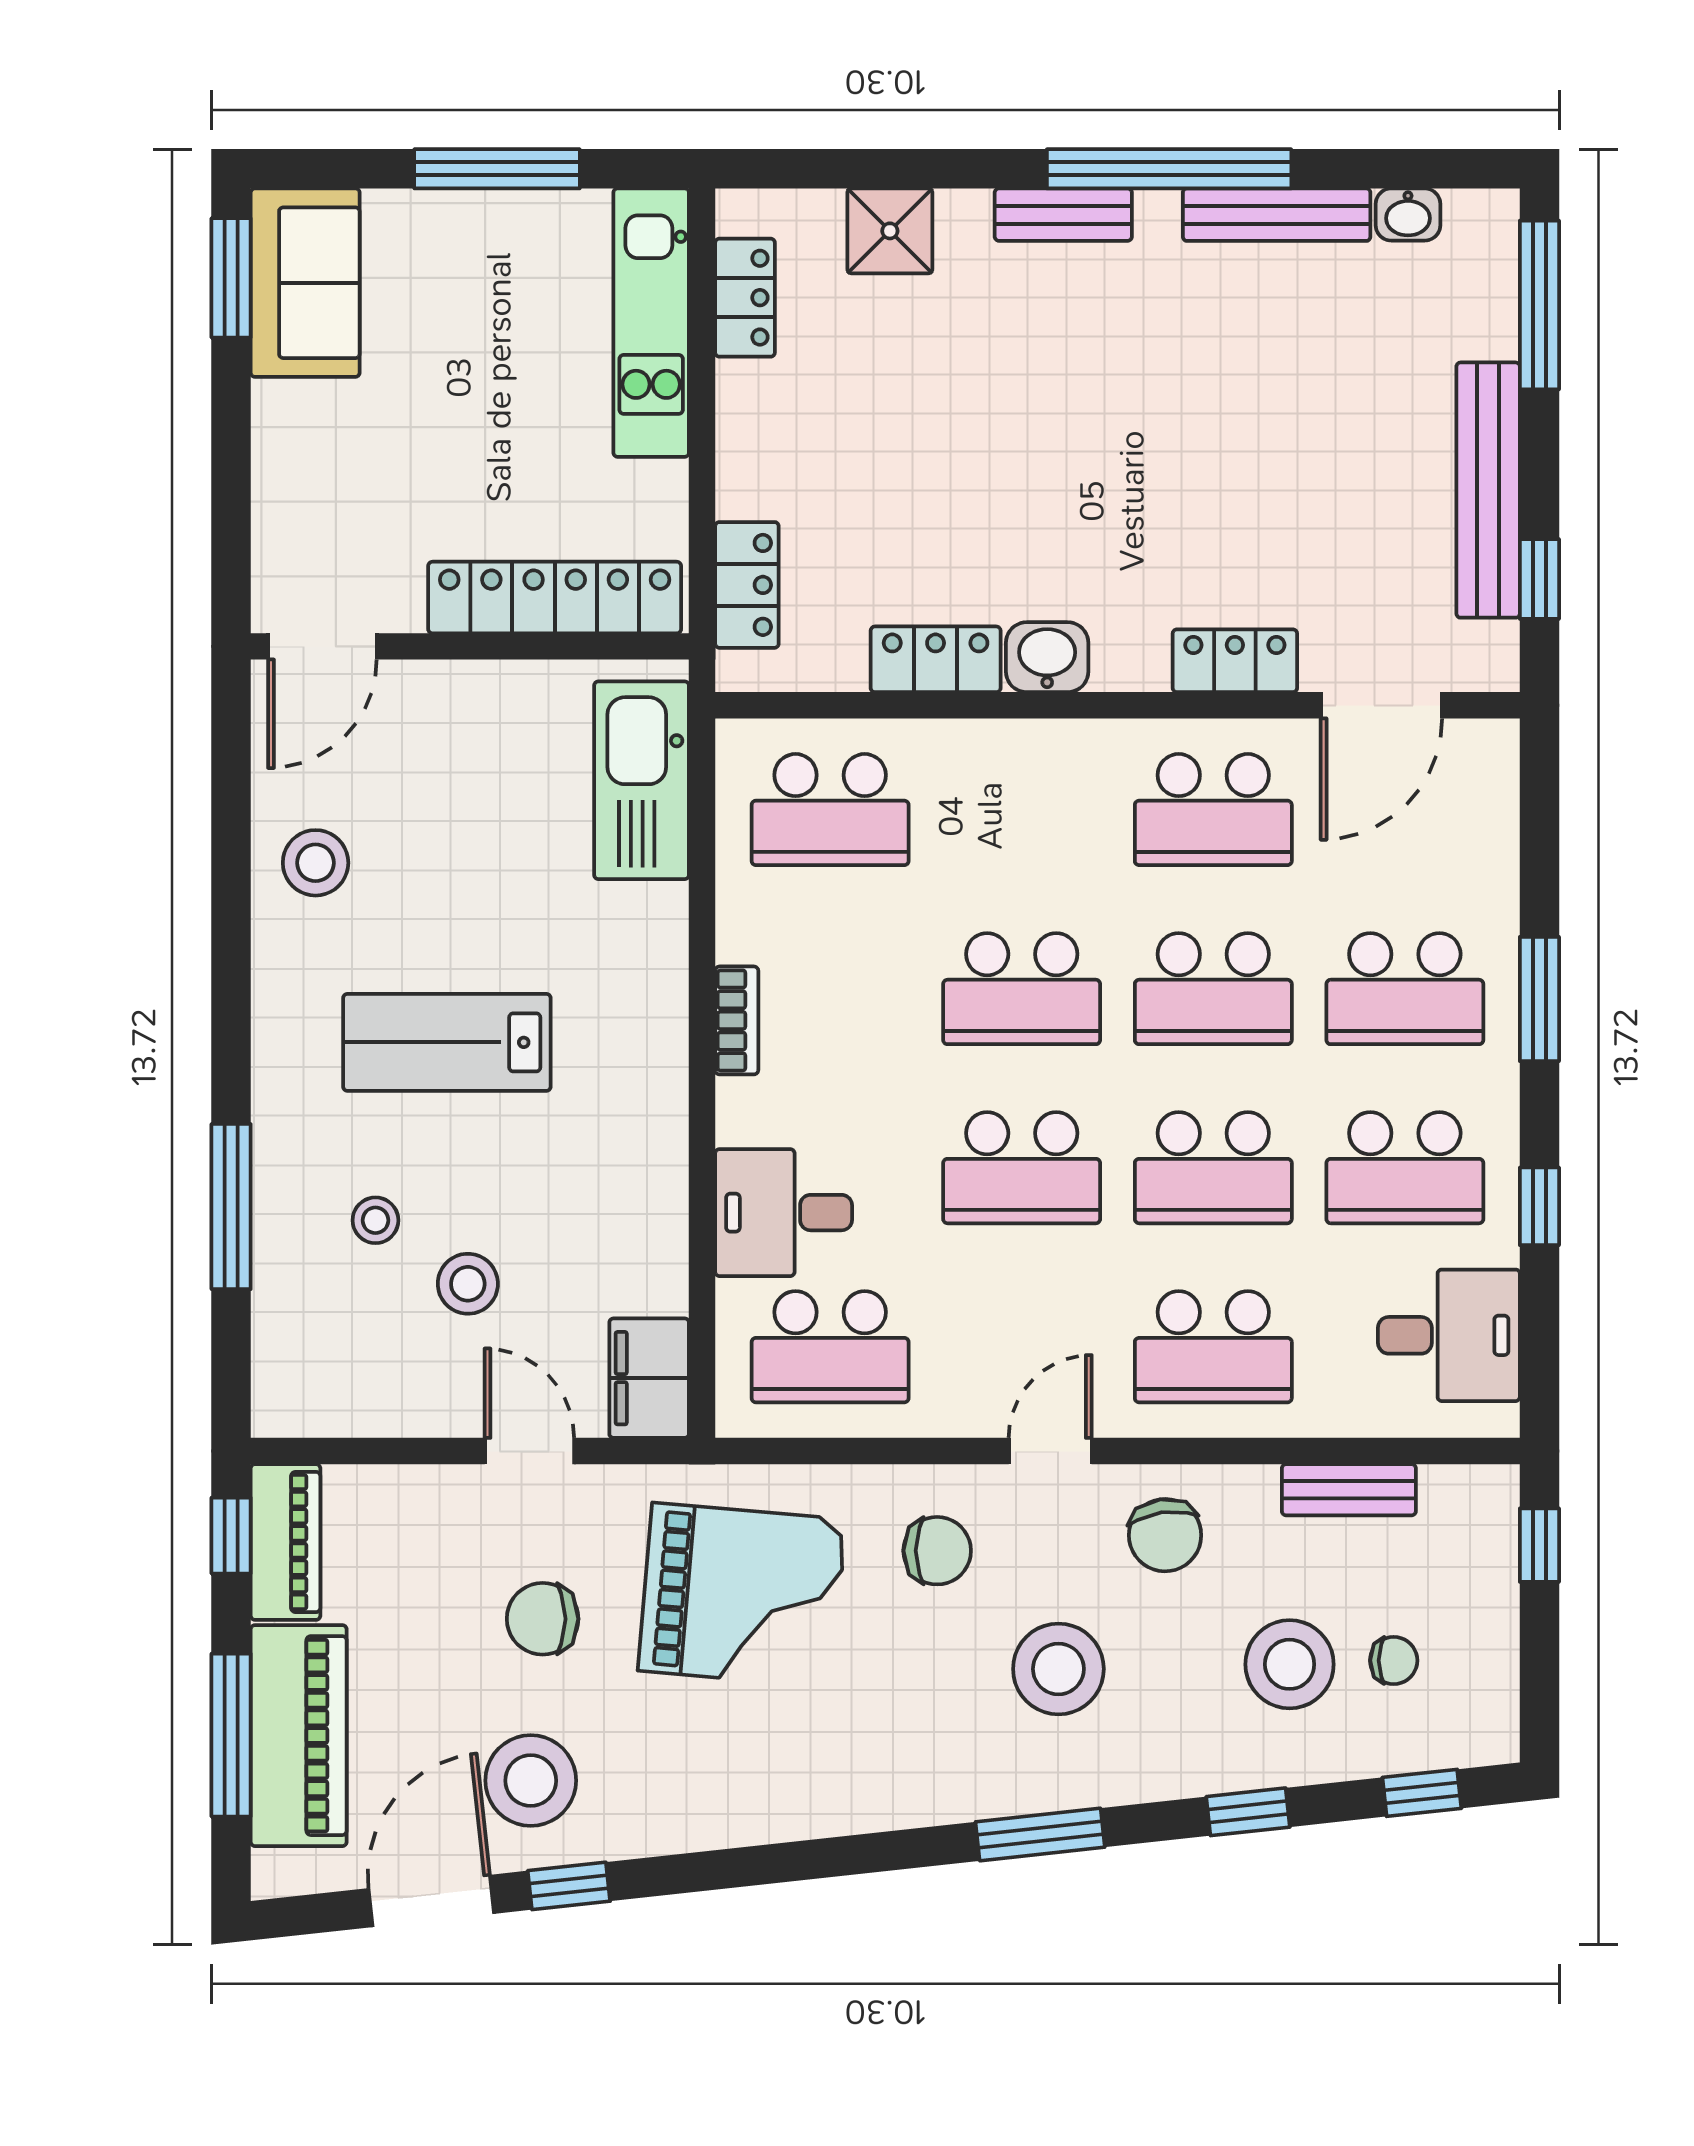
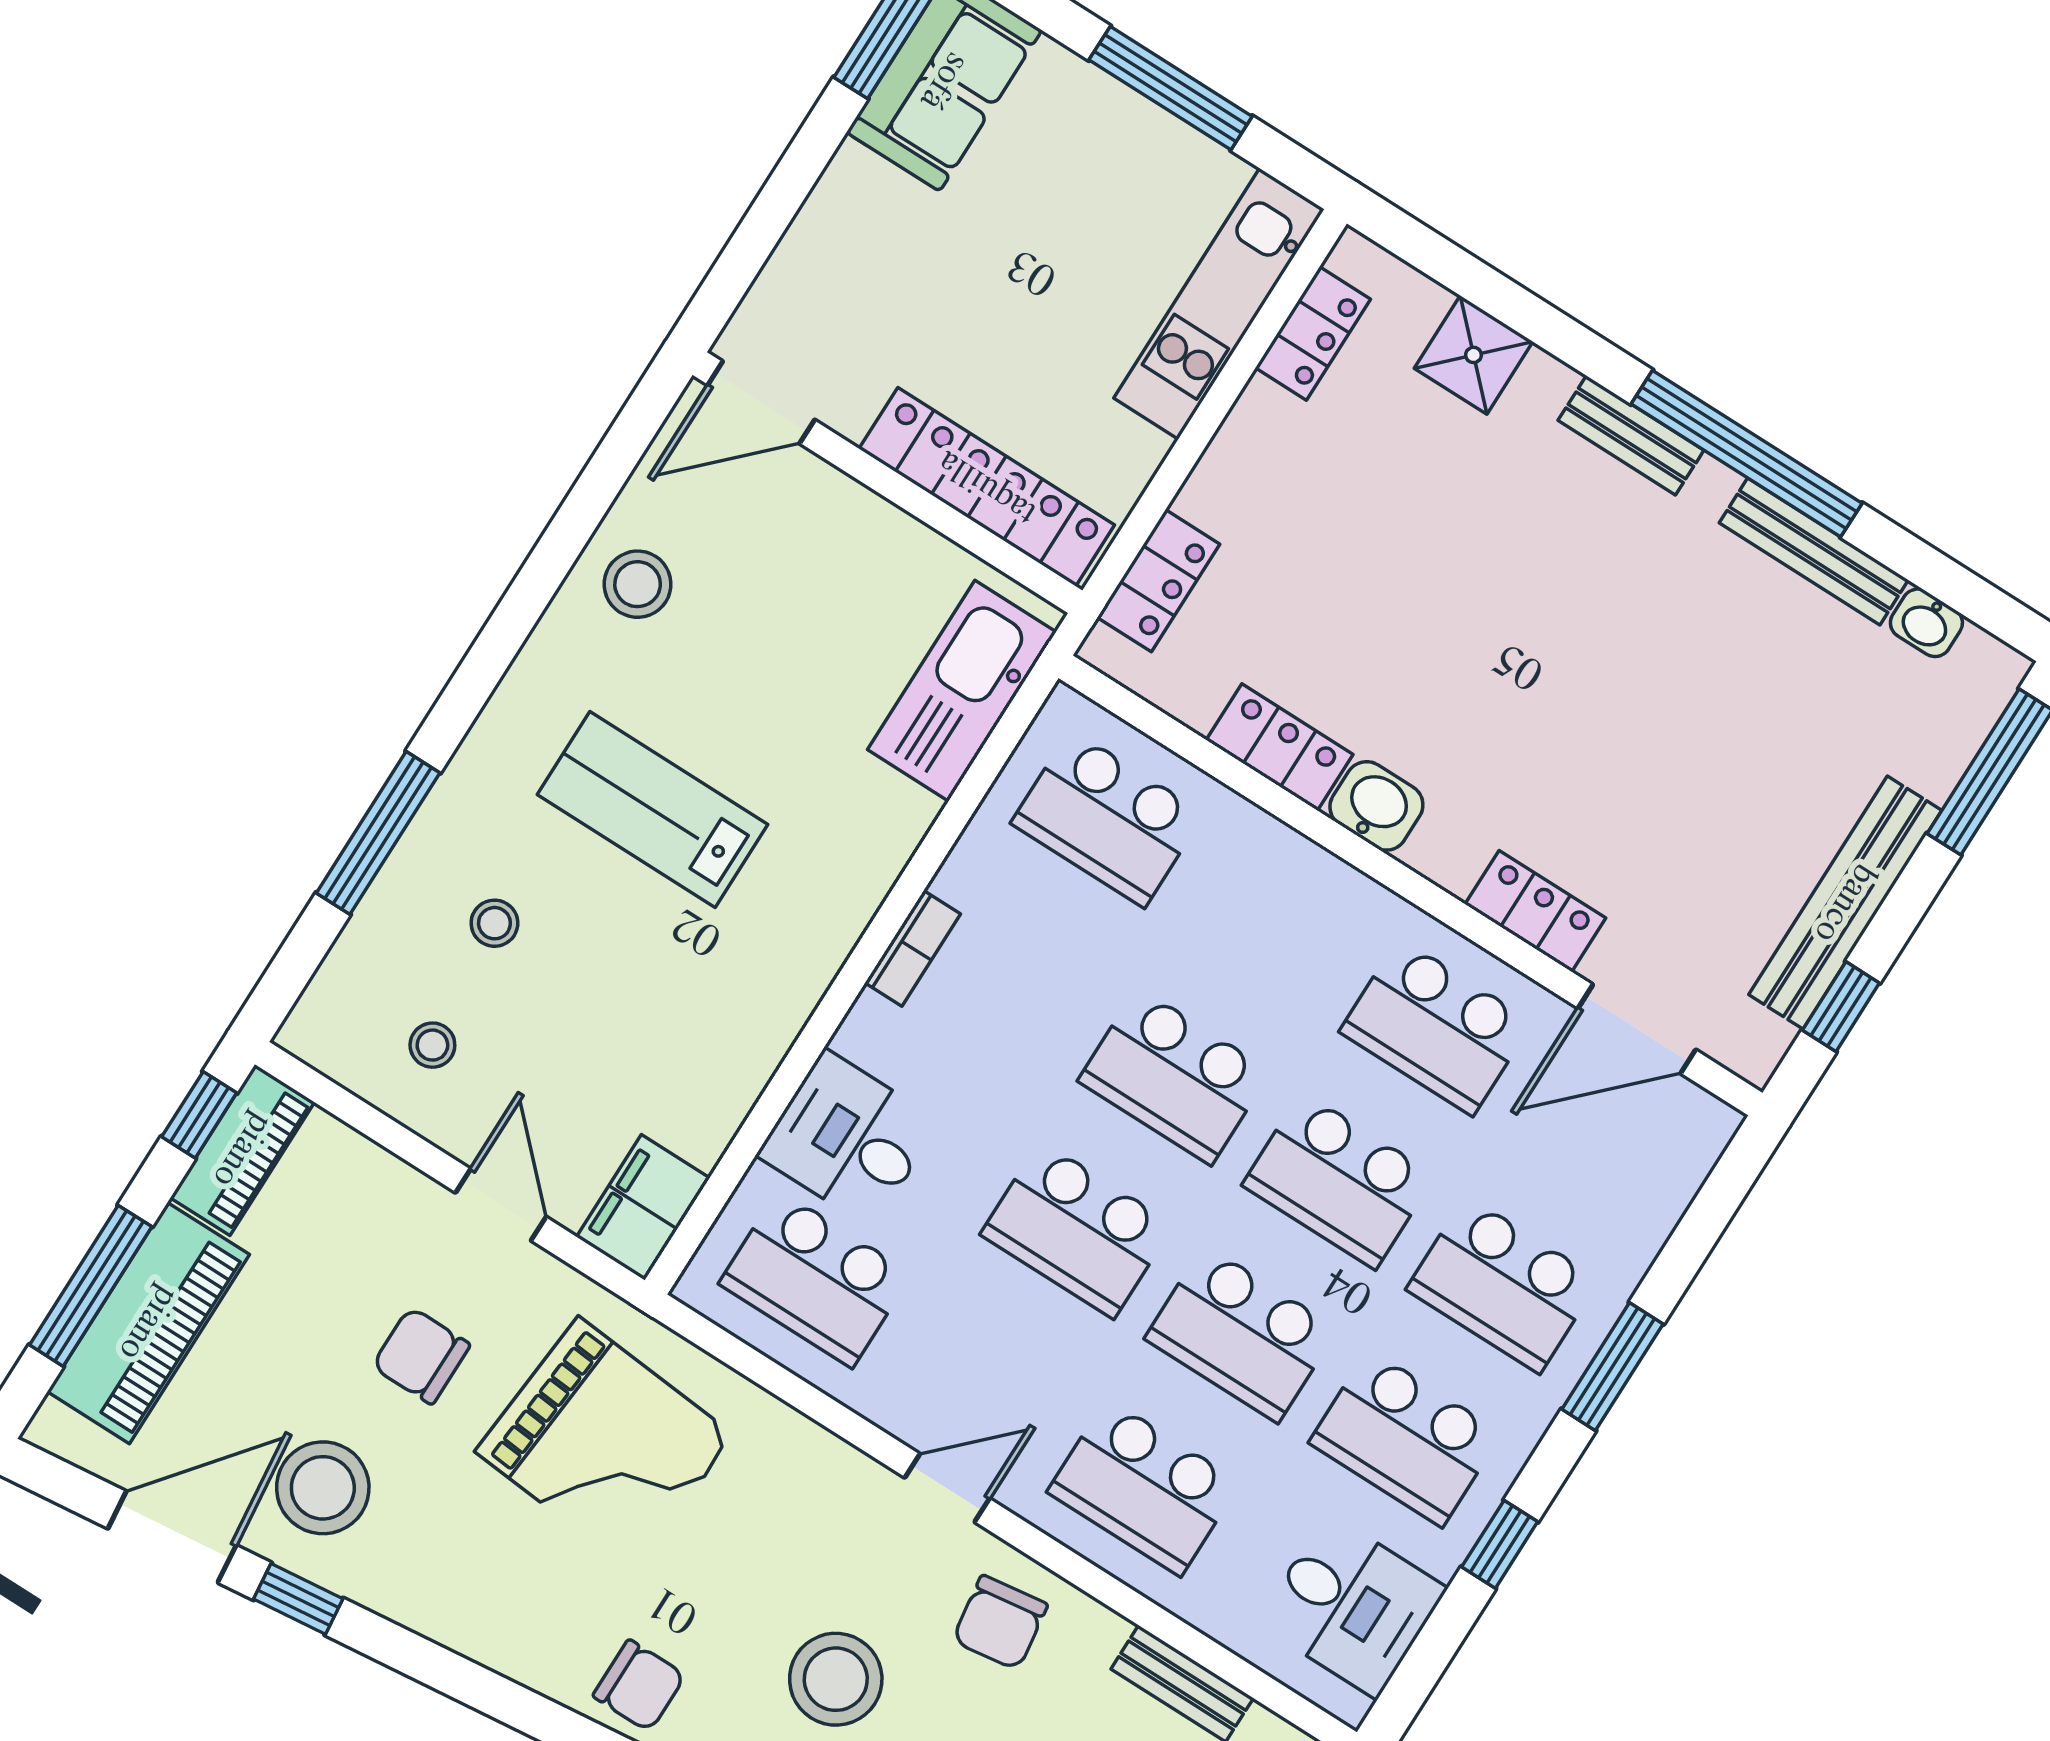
stool: (468, 1284) -> (432, 1045), moved, width x0.73, depth x0.73
chair: (937, 1551) -> (639, 1686), moved

